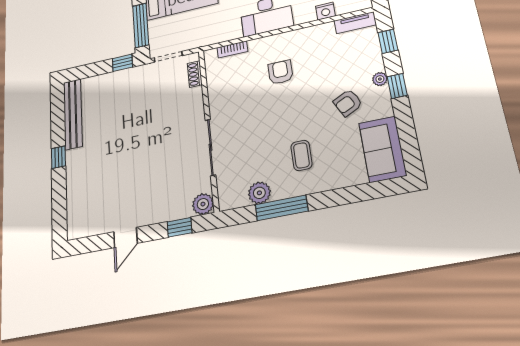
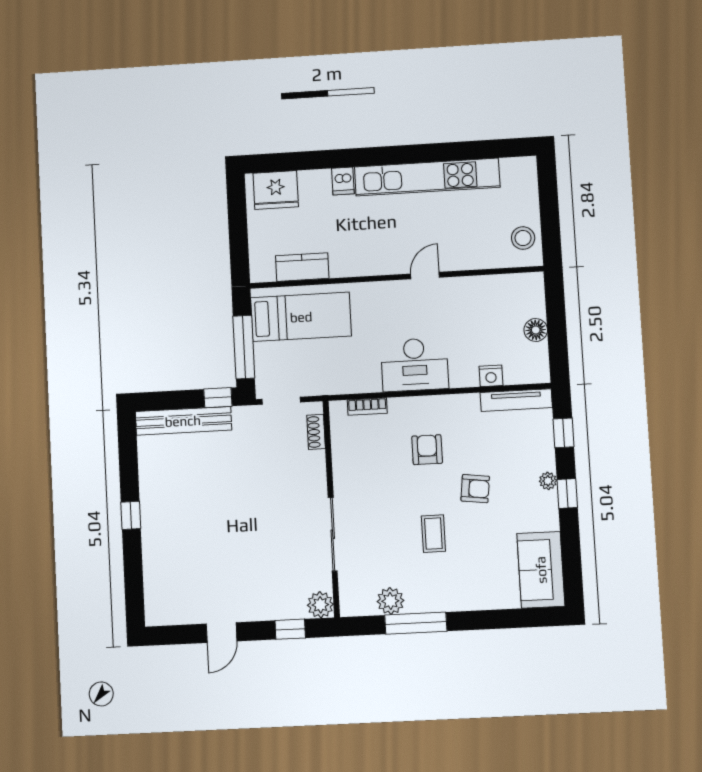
tv unit: (355, 23) -> (516, 400), width x1.41
armchair: (348, 103) -> (475, 489), moved, turned -146
bench: (73, 114) -> (183, 421), moved, turned 90
coffee table: (301, 155) -> (433, 534), moved

